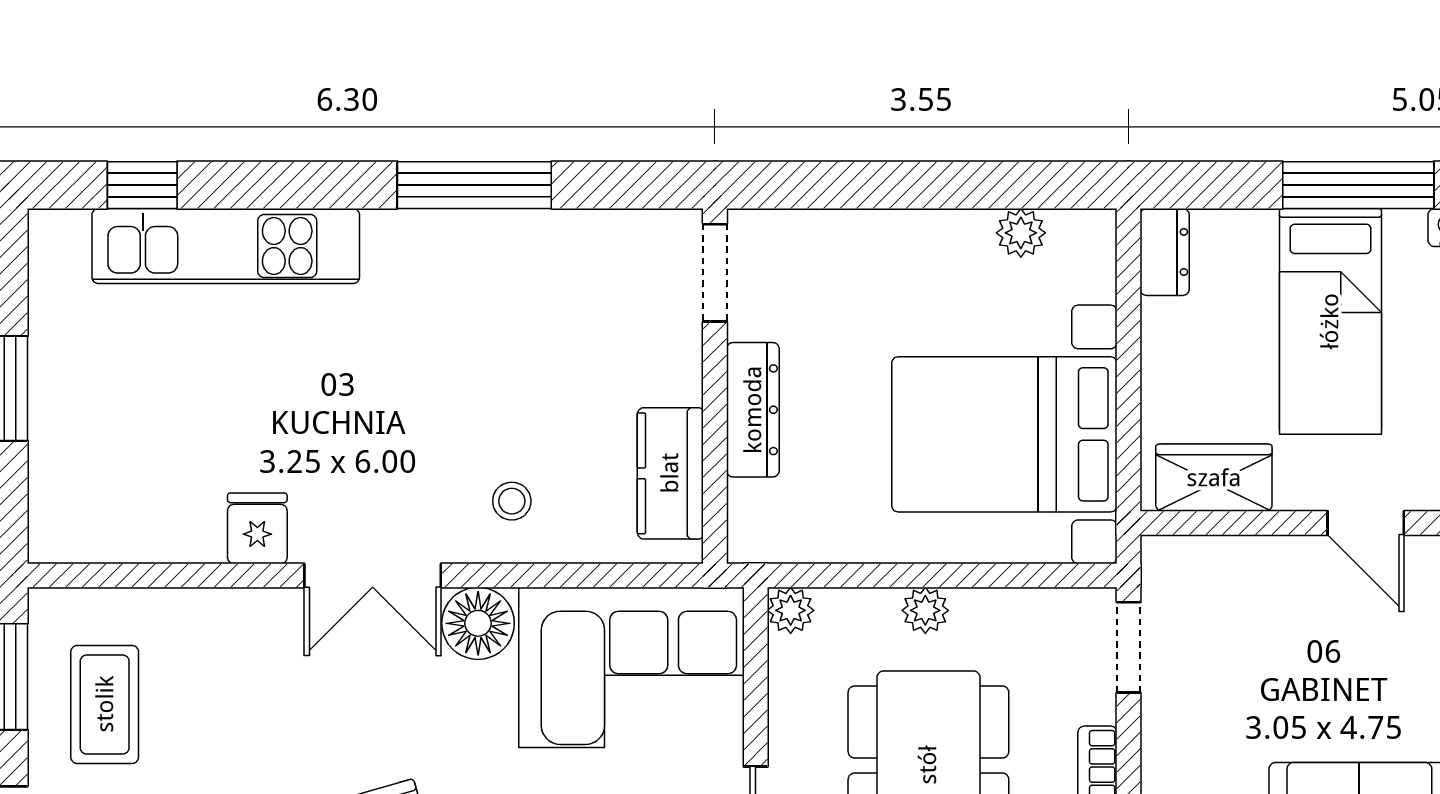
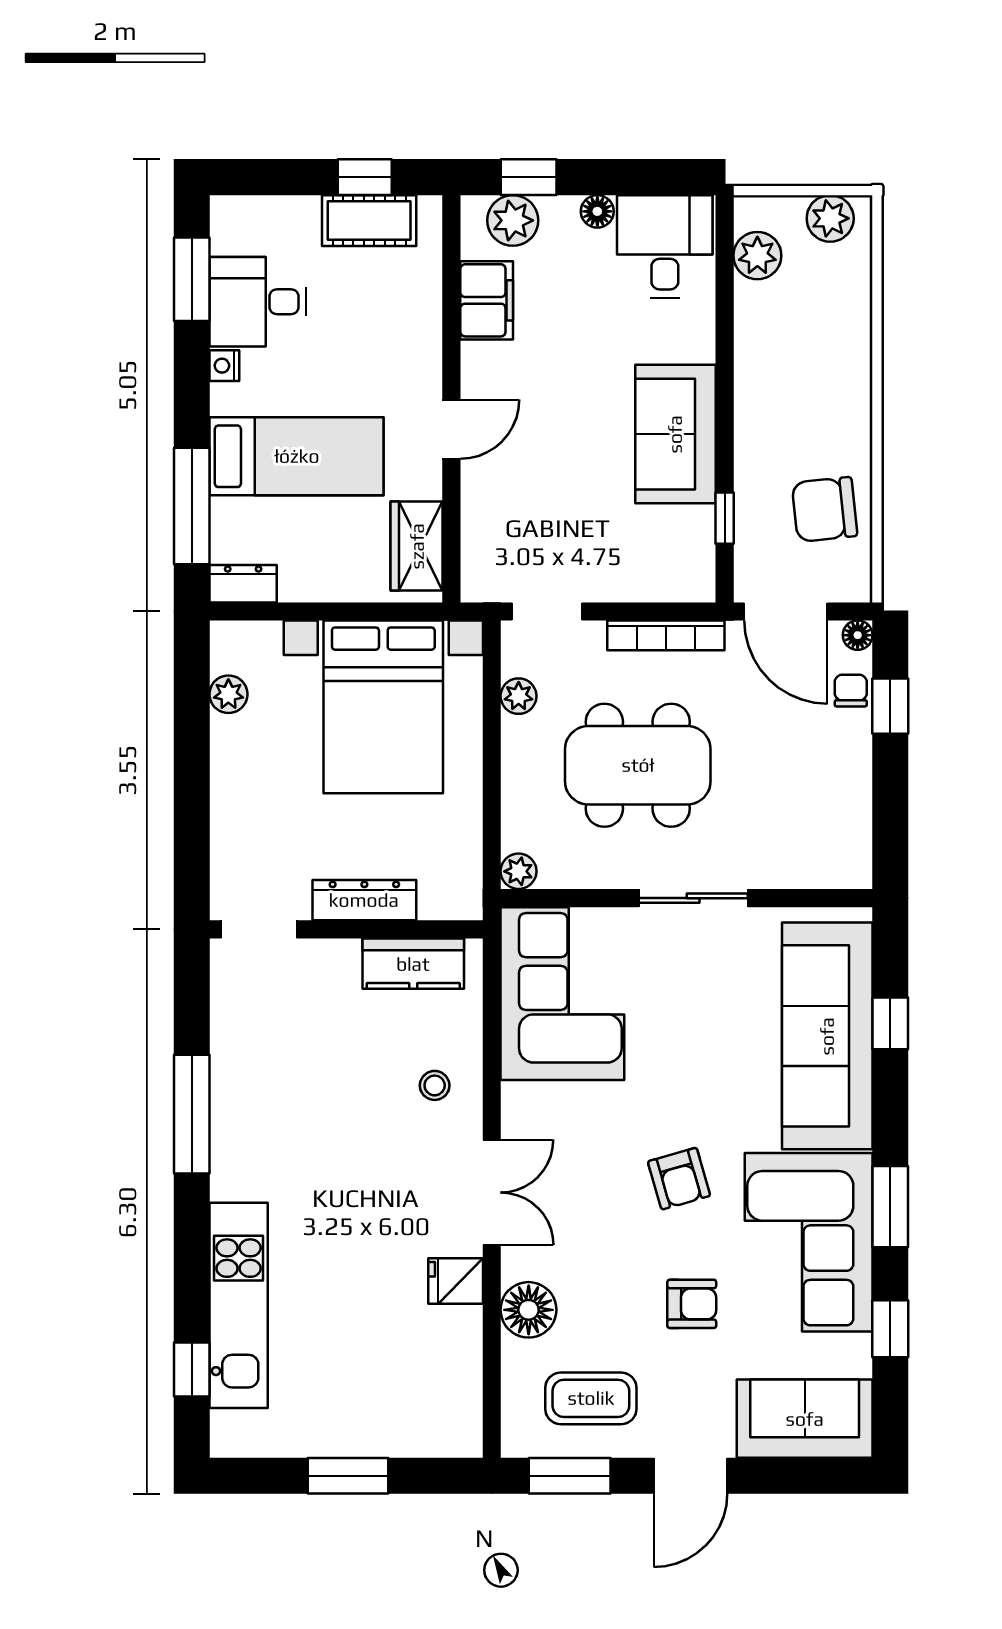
window: (1358, 185) -> (192, 506), moved
plant: (925, 610) -> (519, 696), moved
floor lamp: (478, 623) -> (529, 1310), moved

